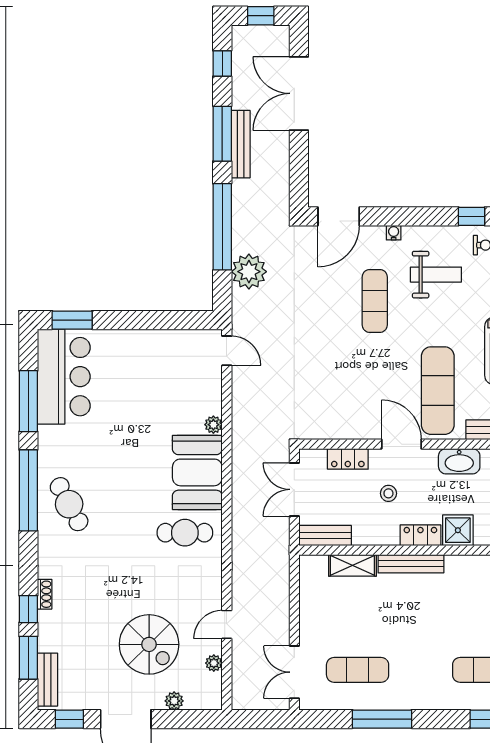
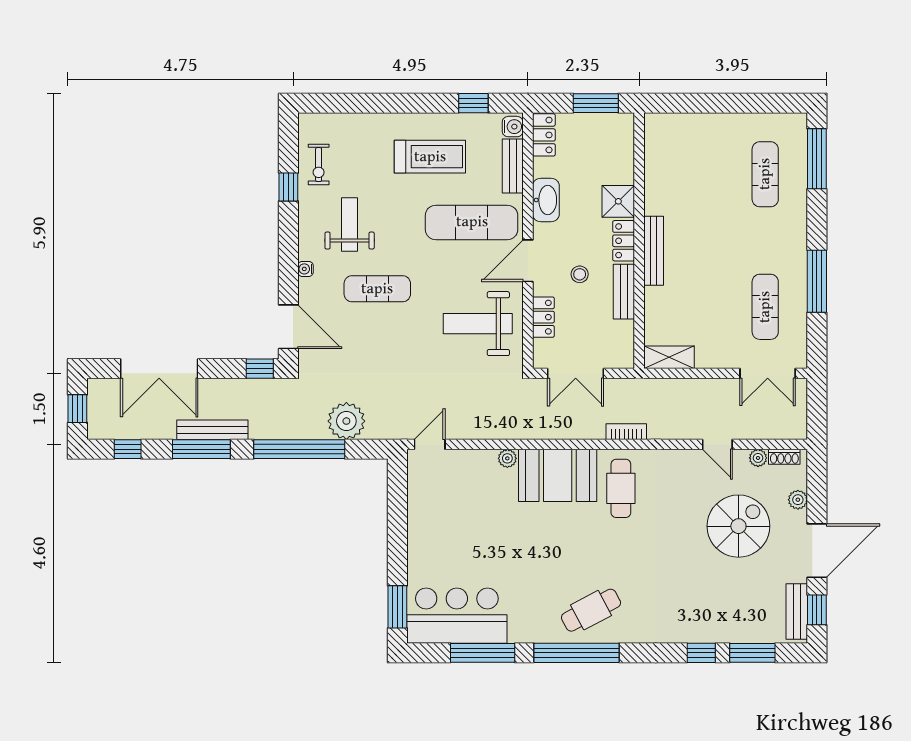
window: (299, 189) -> (260, 369), added
weight bench: (342, 396) -> (478, 324), added
bench: (325, 535) -> (624, 292), moved
bookcase: (239, 538) -> (626, 432), added
shelving: (352, 565) -> (669, 357), moved, turned 90
shoe rack: (45, 594) -> (784, 457), moved, turned 180
bench: (47, 680) -> (797, 611), moved, turned 90

